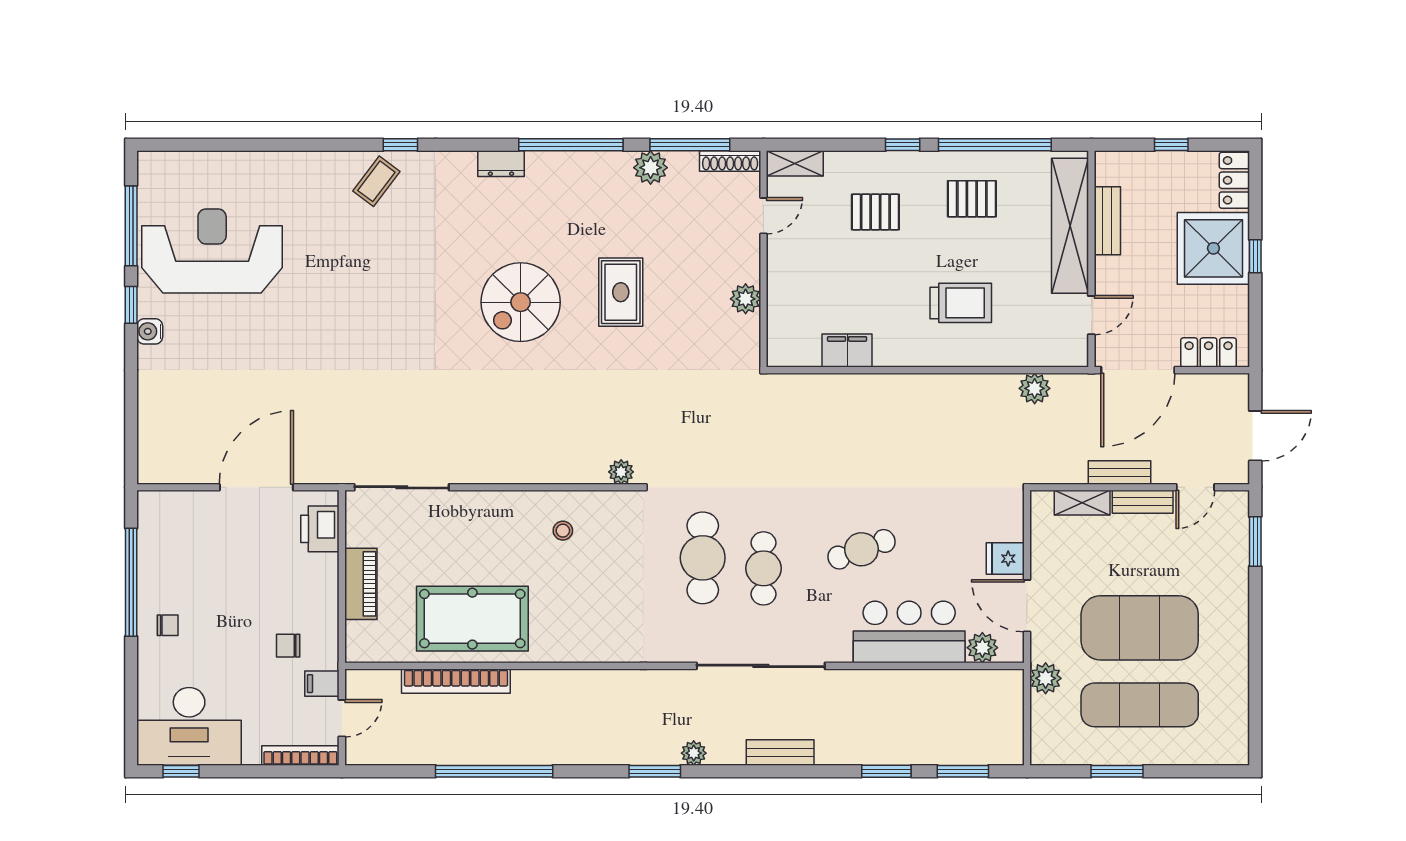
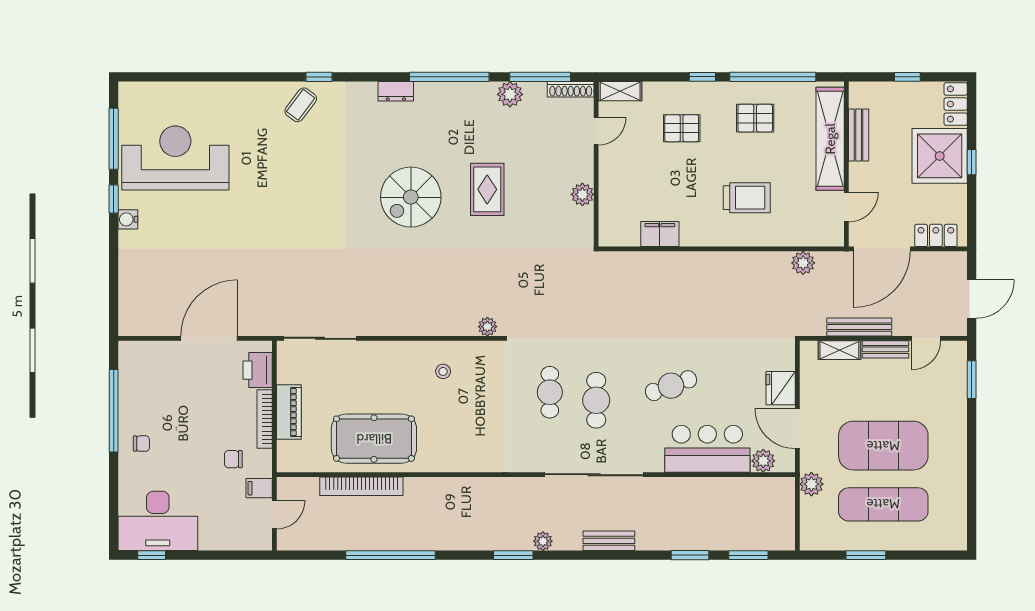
bench: (1119, 472) -> (859, 327), width x1.36
cafe table: (703, 558) -> (550, 392), width x0.73, depth x0.74
fridge: (1005, 559) -> (781, 388), width x1.38
bookcase: (300, 756) -> (265, 419), moved, turned -90

